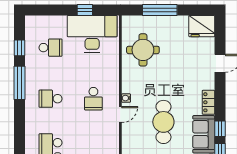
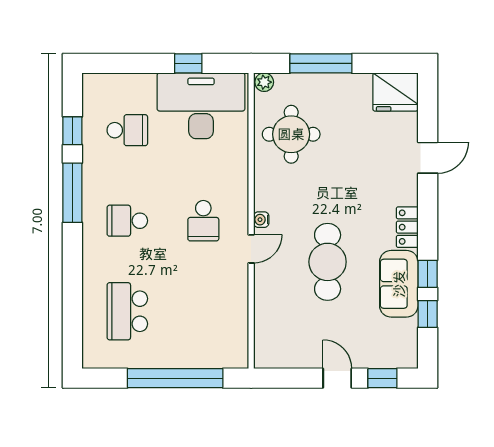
plant: (128, 21) -> (264, 82), added

